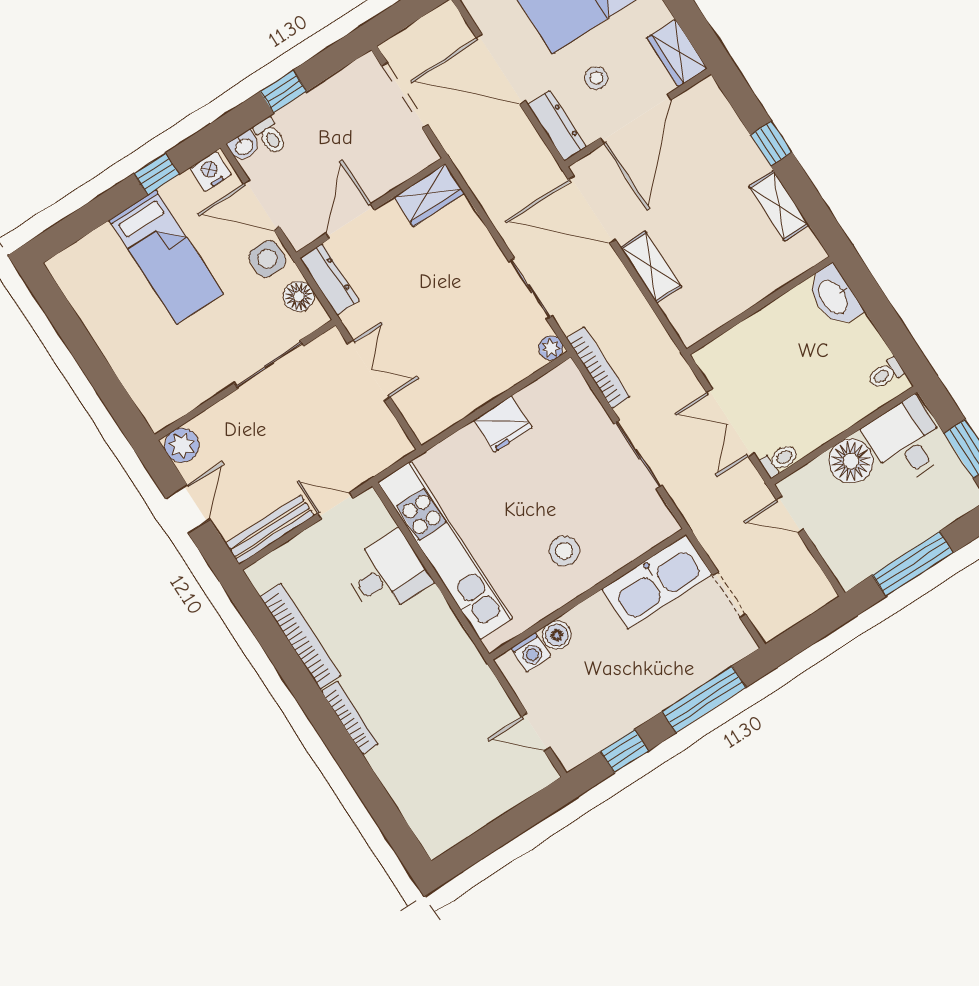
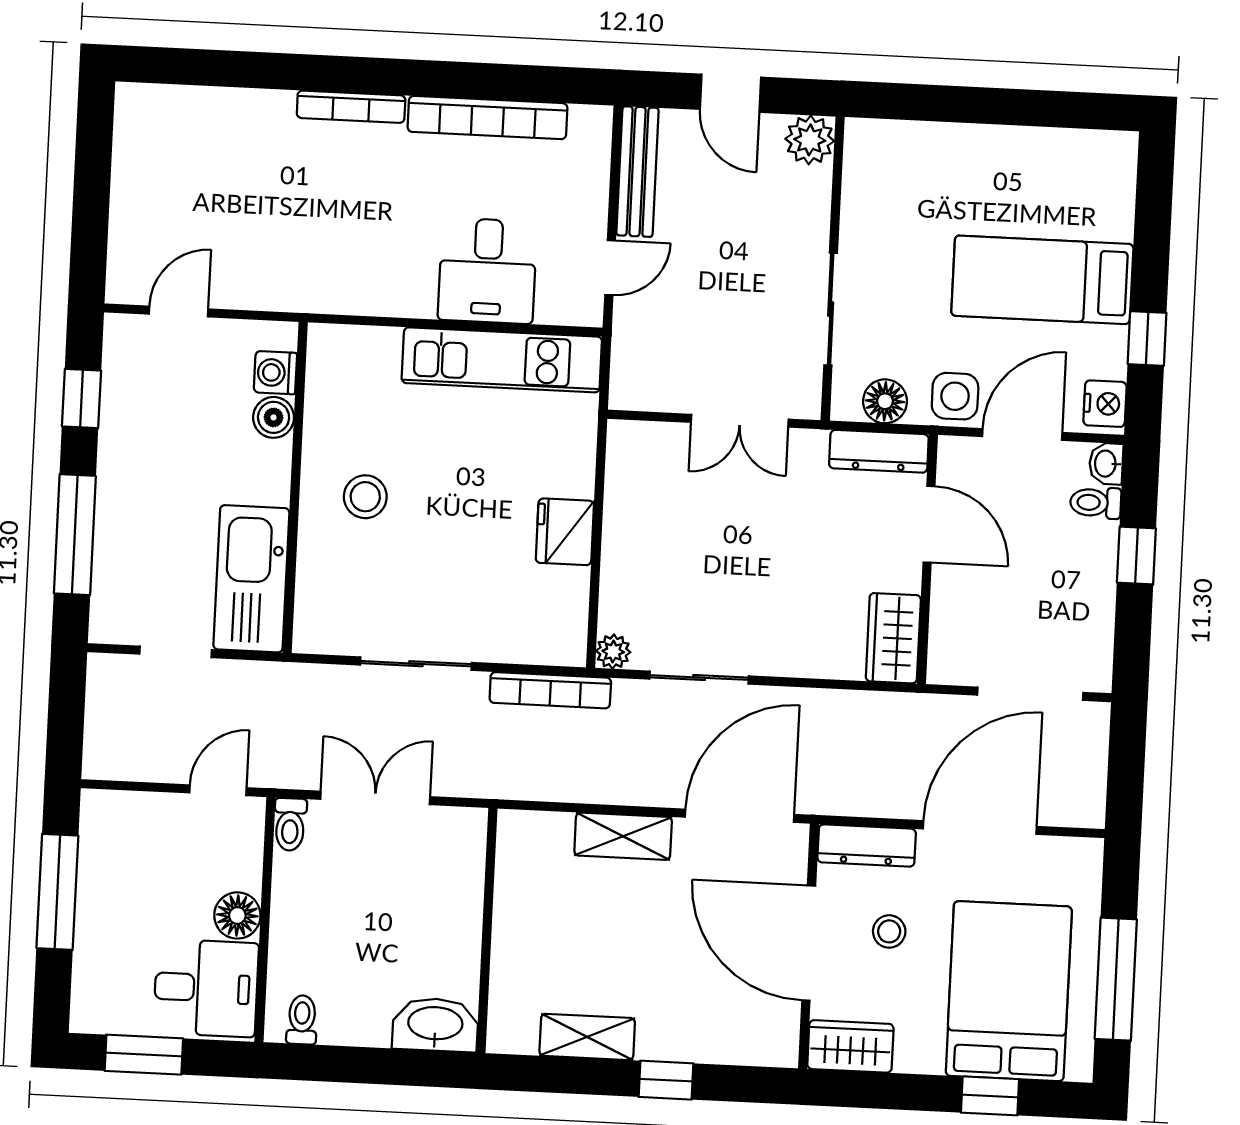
floor lamp: (851, 461) -> (237, 915), width x0.73, depth x0.73
kitchen unit: (445, 551) -> (502, 360), width x0.73

